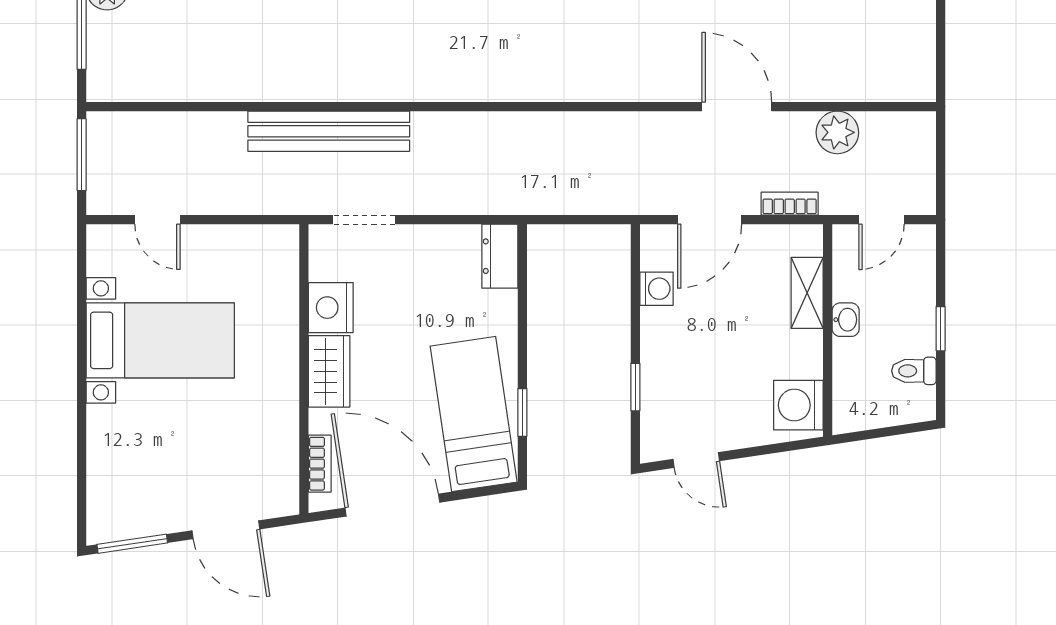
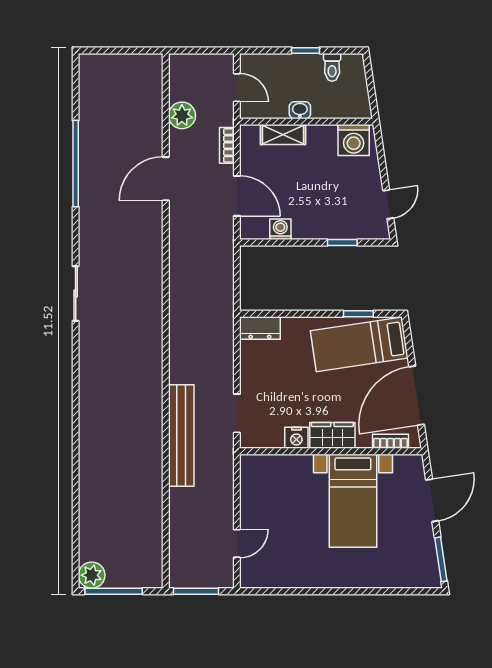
nightstand: (331, 308) -> (296, 438), width x0.74, depth x0.75
bed with nightstands: (160, 340) -> (353, 501), moved, turned 180

